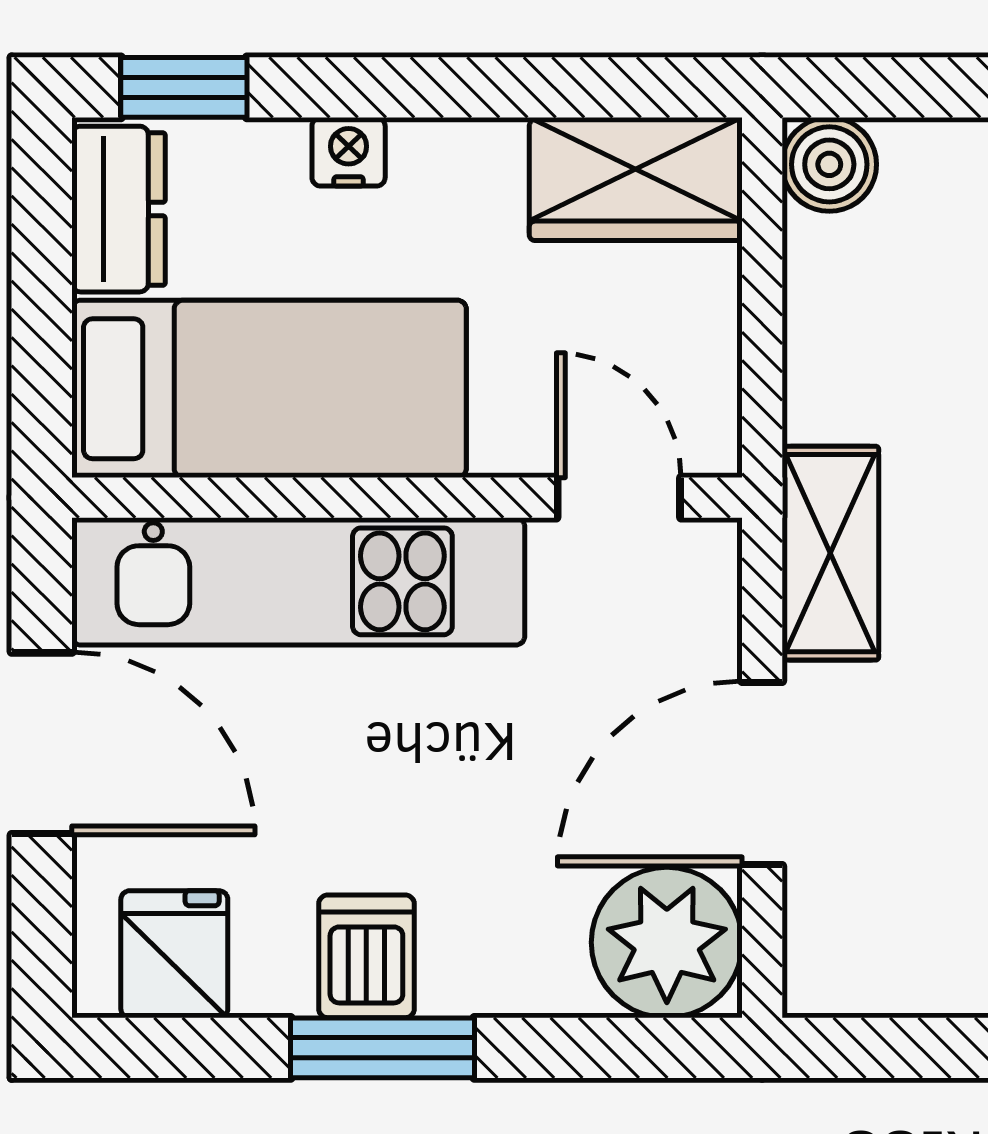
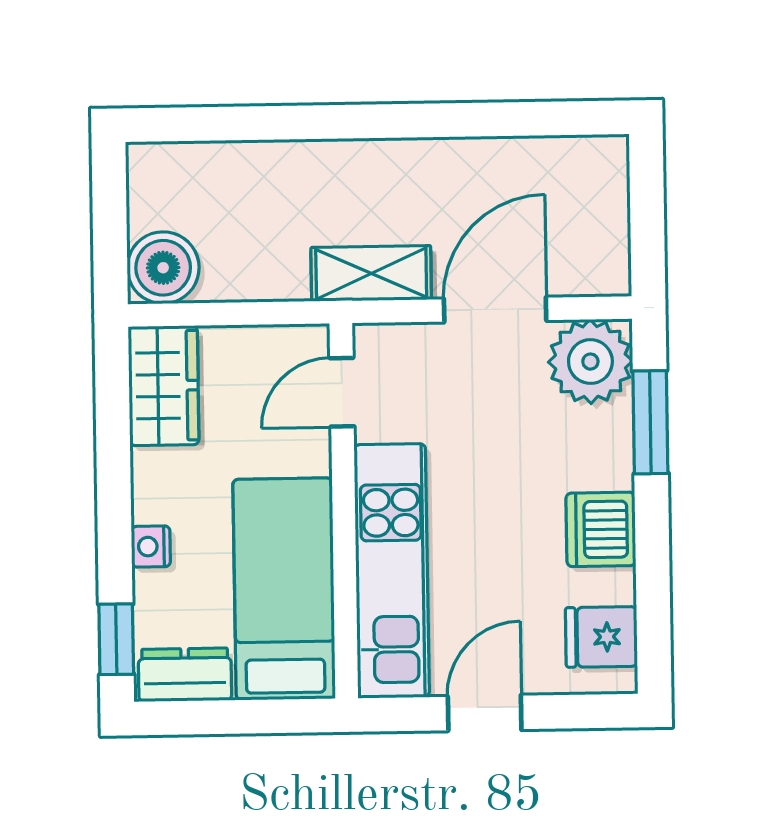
boiler: (829, 164) -> (163, 268), width x1.36, depth x1.36
door: (42, 743) -> (485, 713), width x0.73
door: (762, 774) -> (495, 310), swing flipped
dishwasher: (366, 956) -> (601, 529), width x1.38
window: (383, 1048) -> (650, 422), moved

